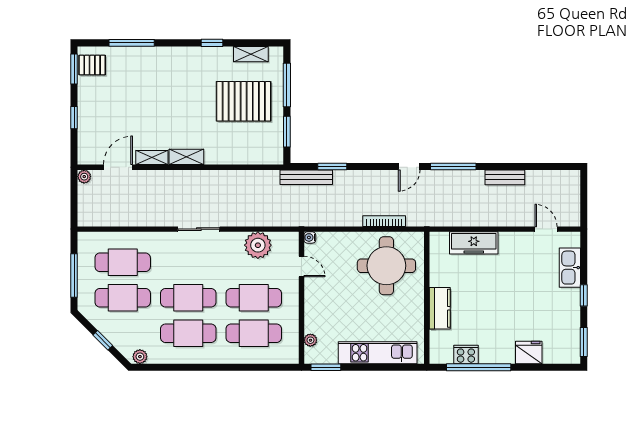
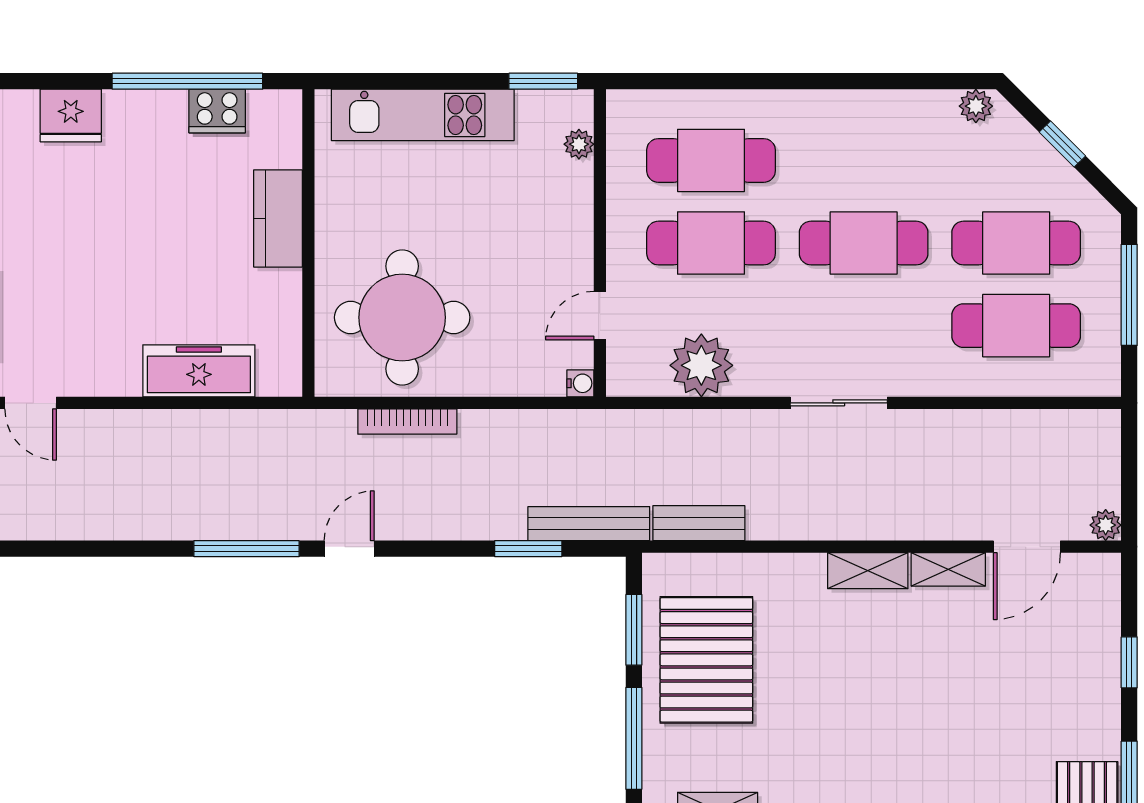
pallet: (244, 101) -> (706, 660), moved, turned 90
bench: (505, 177) -> (699, 523), moved
door: (301, 267) -> (600, 316), hinge flipped
cafe table: (188, 333) -> (864, 160), removed

